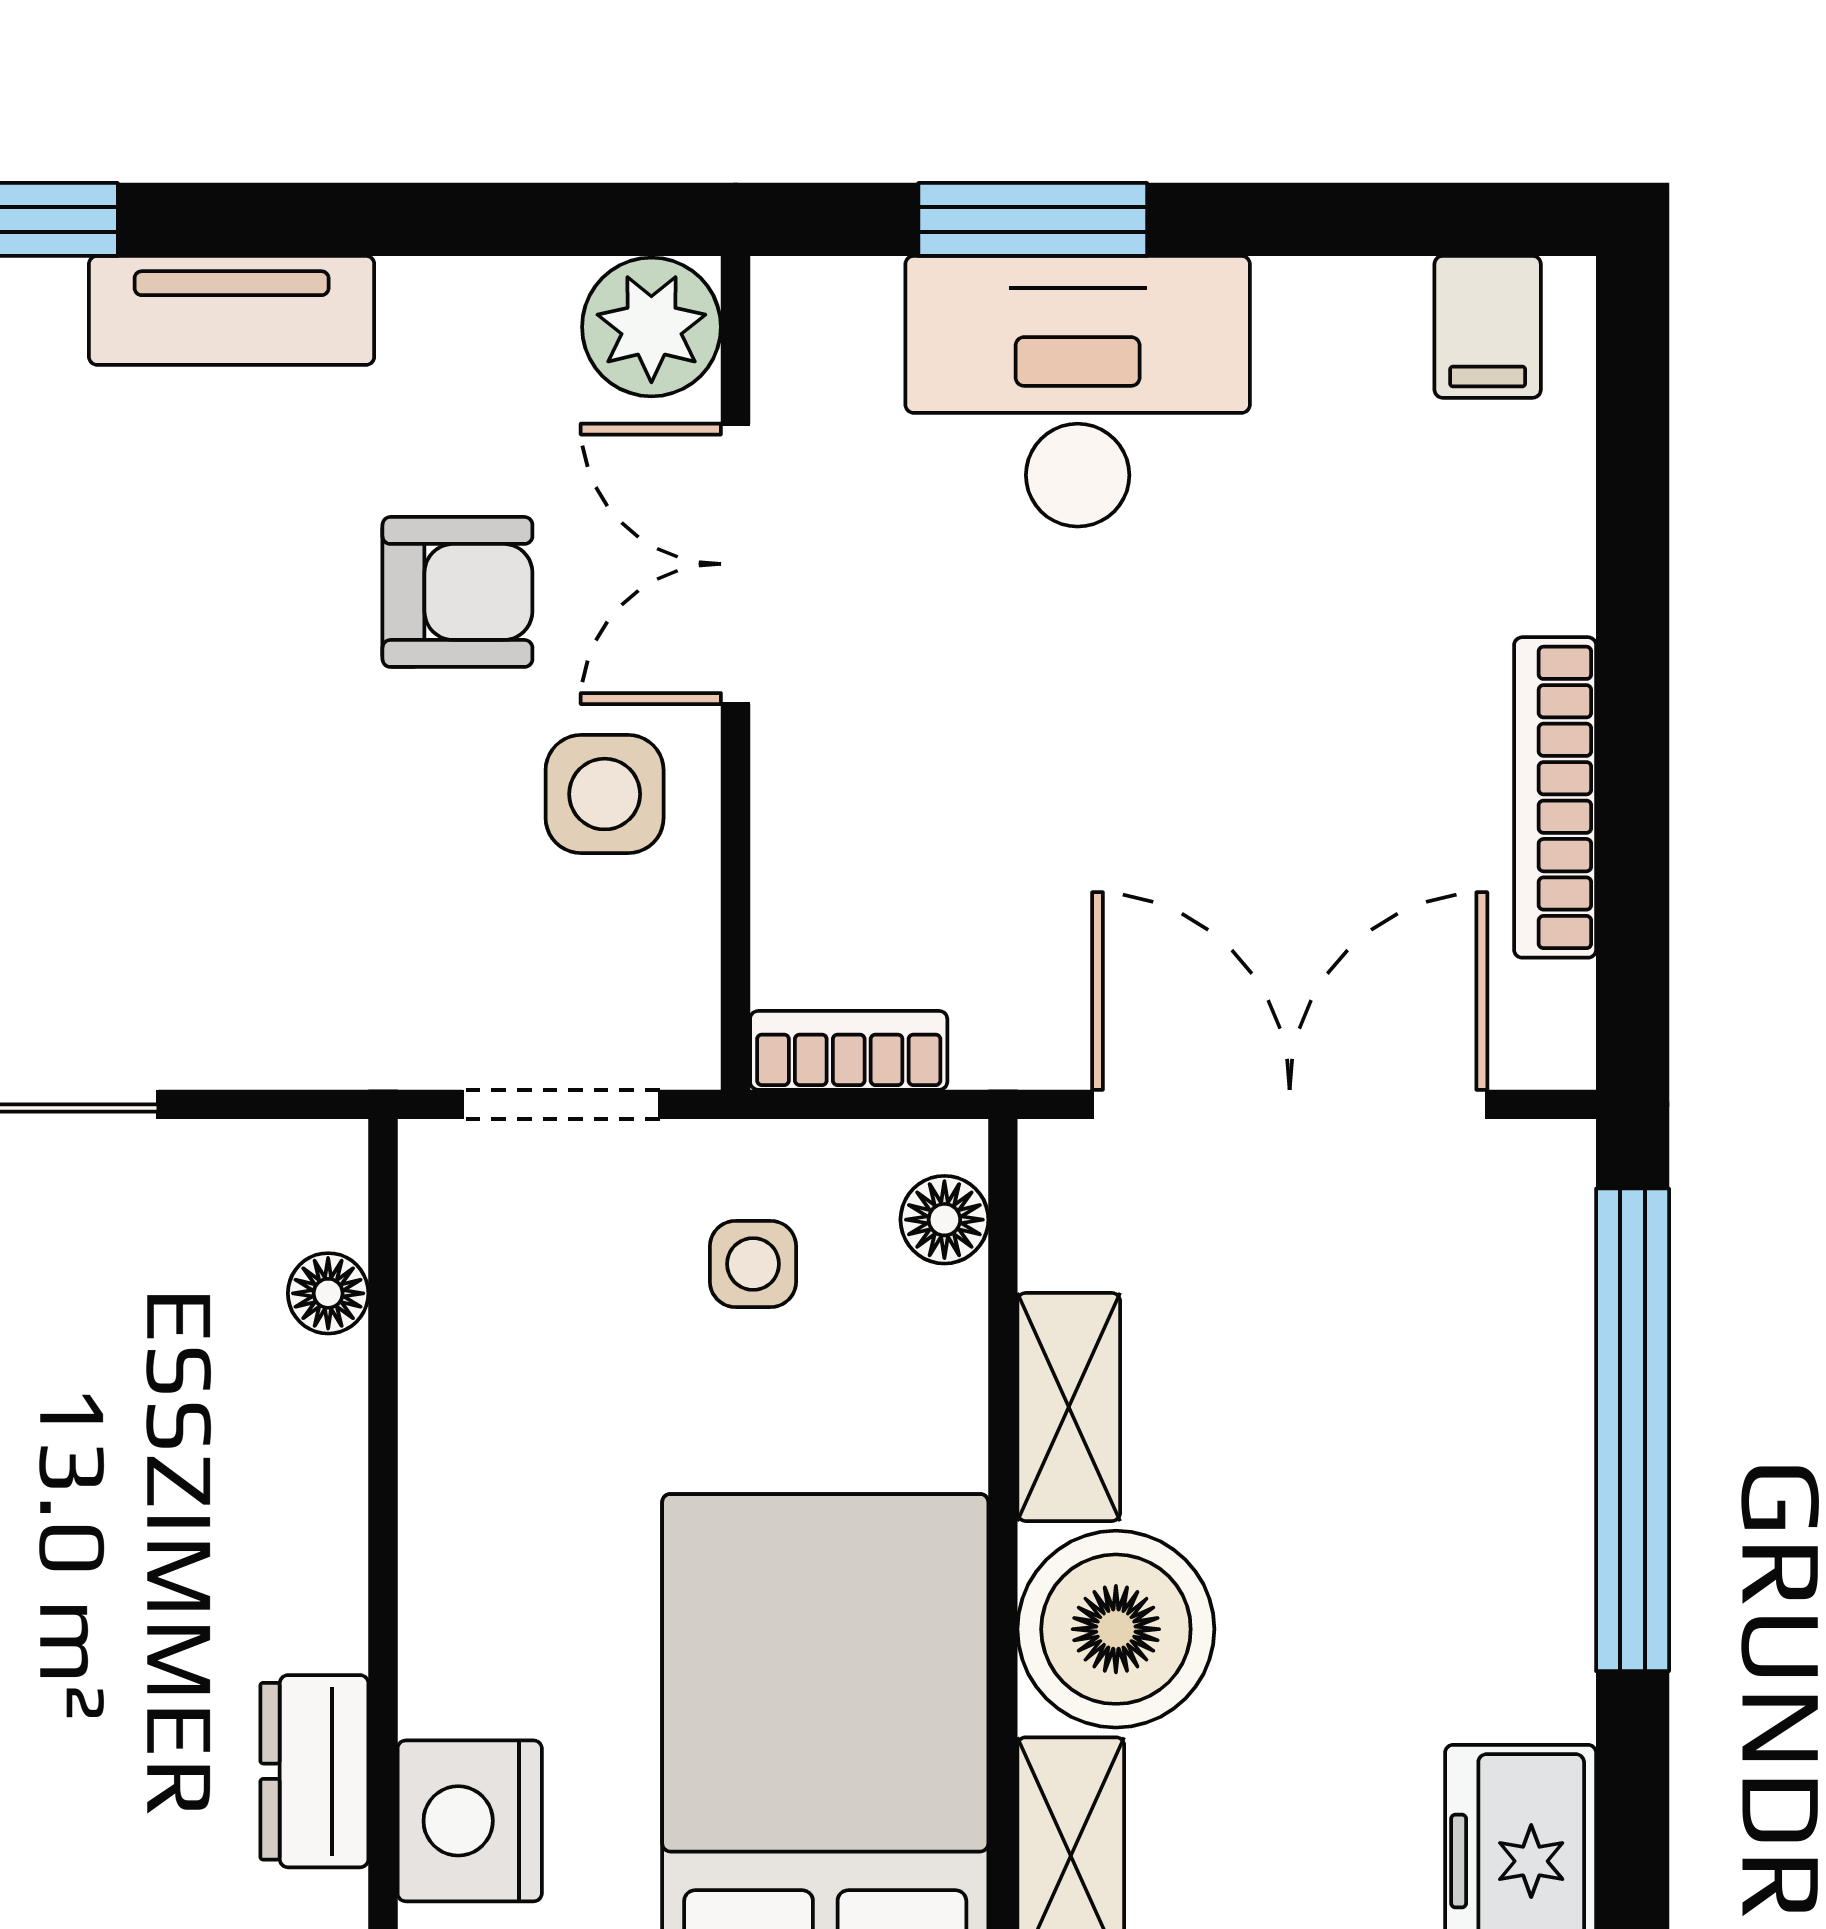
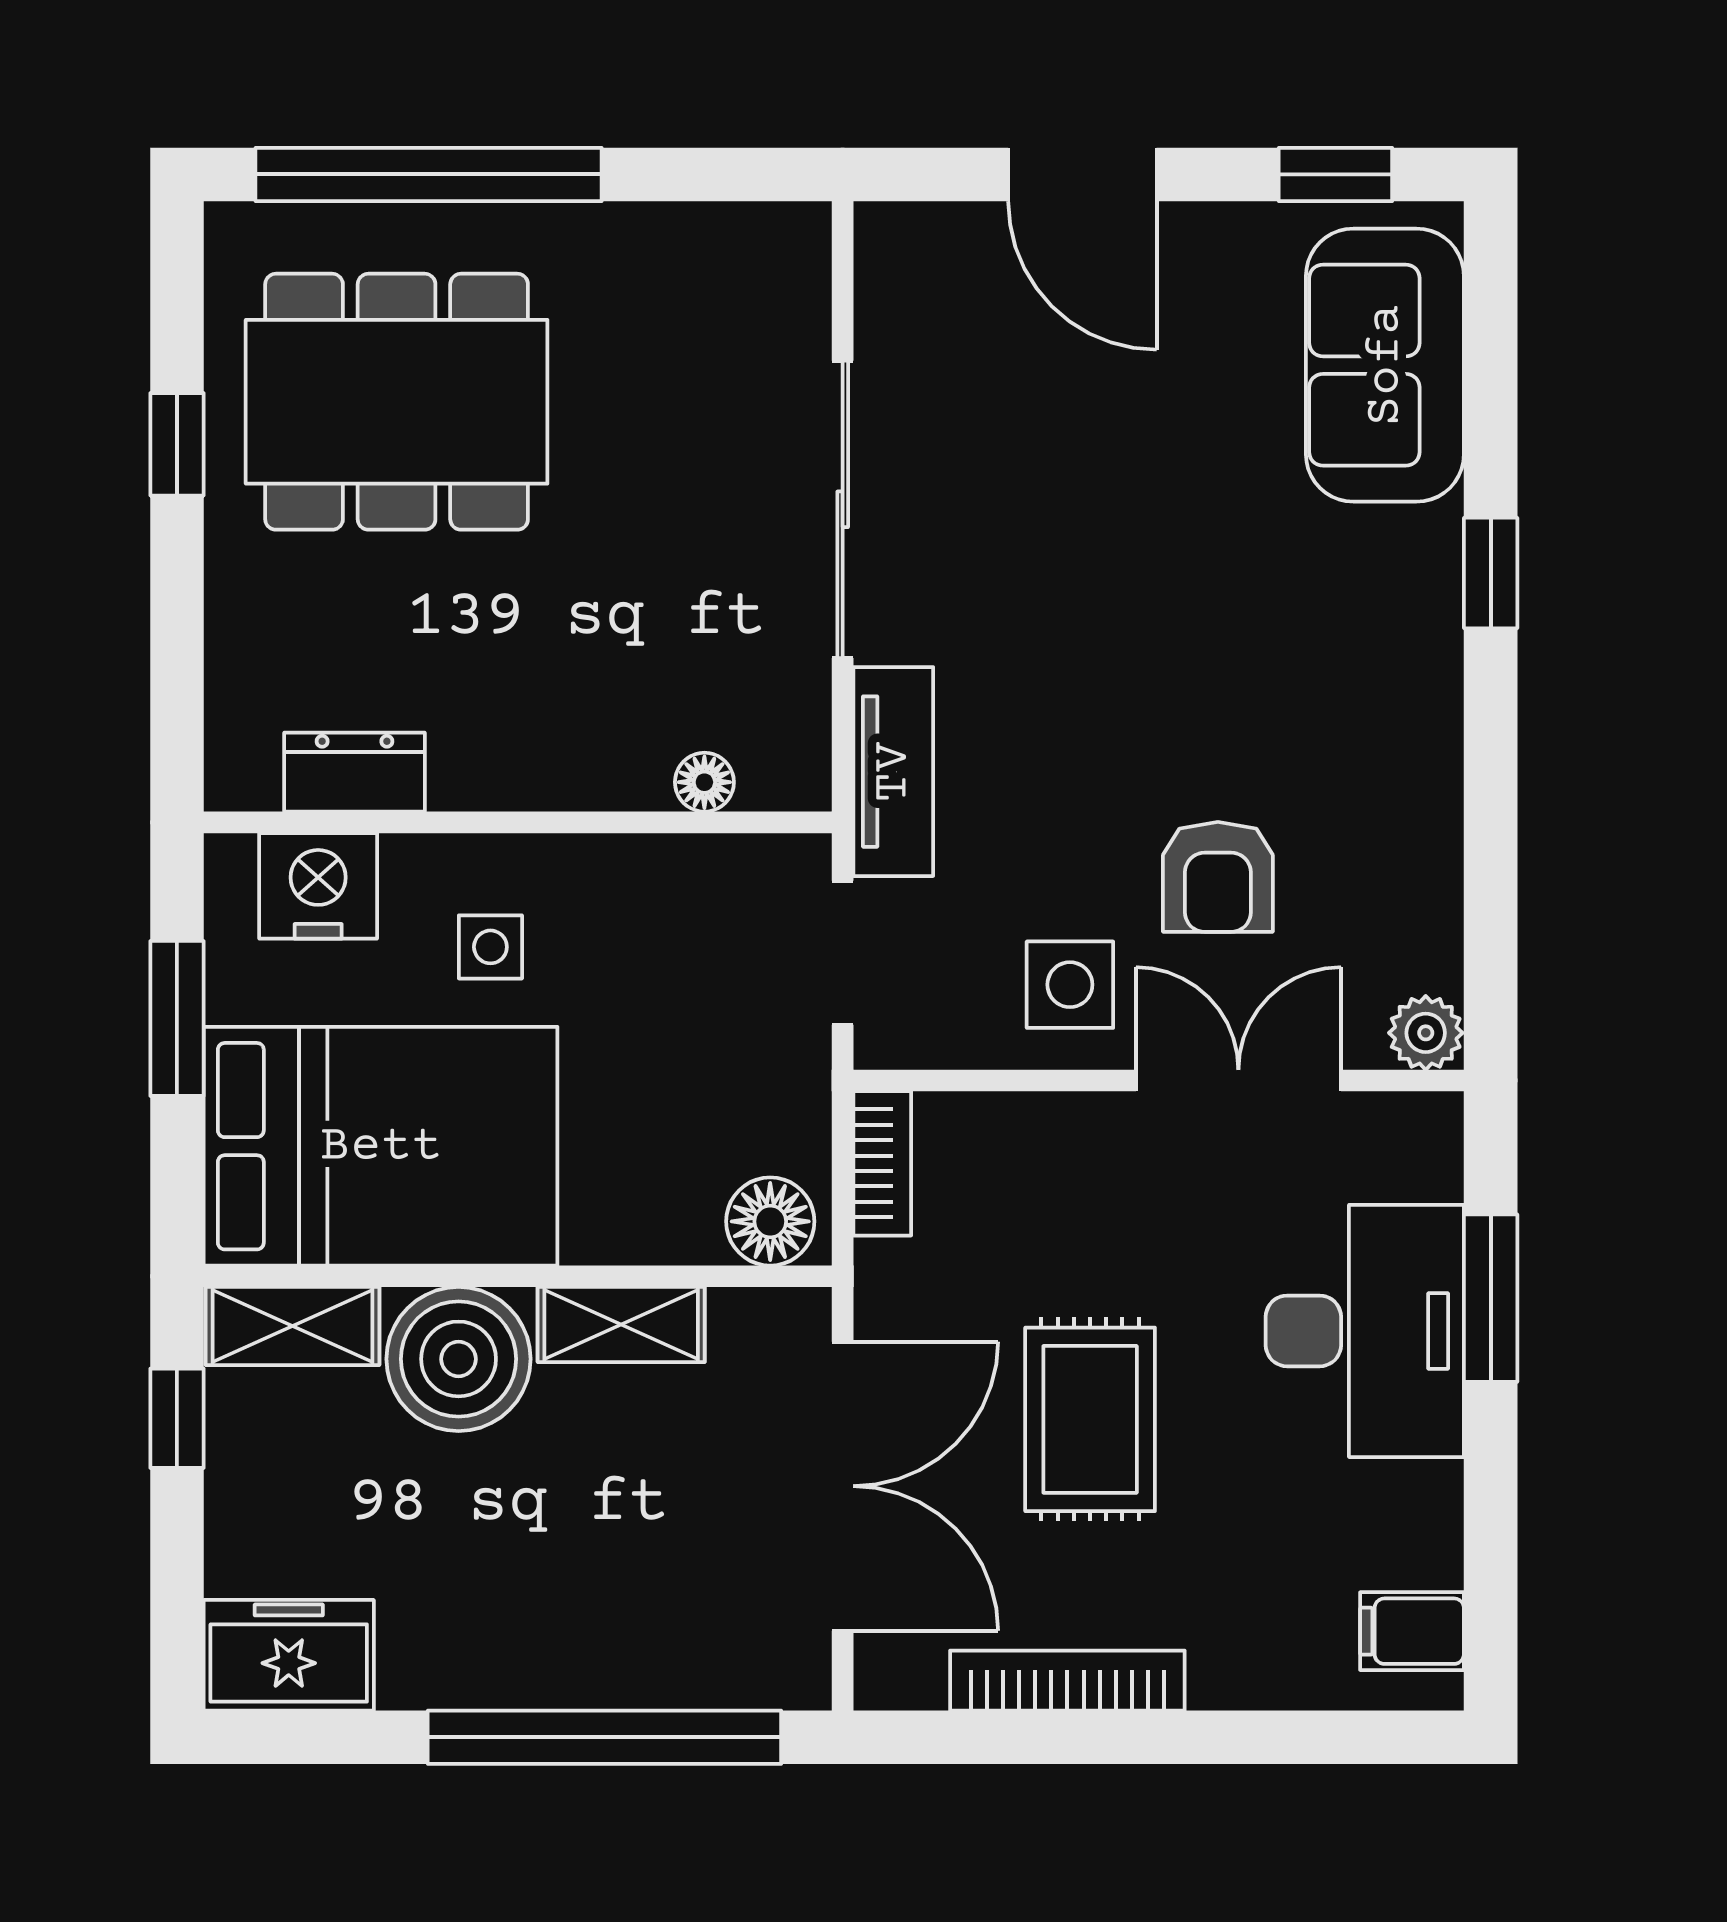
tv unit: (232, 310) -> (893, 772), moved, turned 180
plant: (651, 327) -> (1426, 1033), width x0.73, depth x0.73
rug: (1198, 767) -> (1090, 1419), added
floor lamp: (944, 1220) -> (770, 1221), width x1.37, depth x1.37
side table: (753, 1264) -> (490, 947), moved

